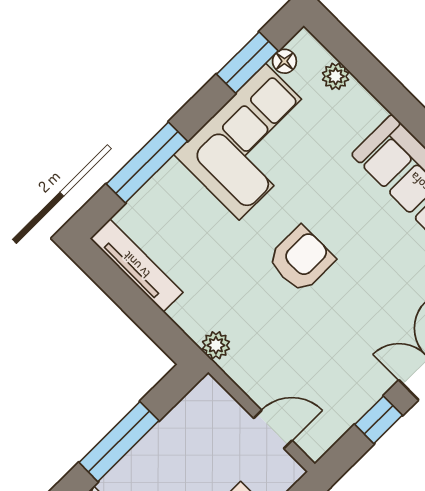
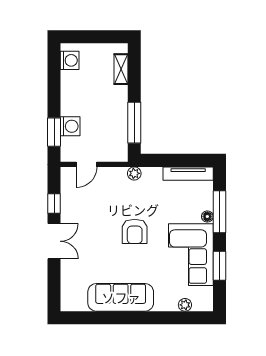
floor lamp: (284, 61) -> (207, 217), moved
window: (247, 62) -> (219, 266), moved
window: (119, 442) -> (134, 123), moved

